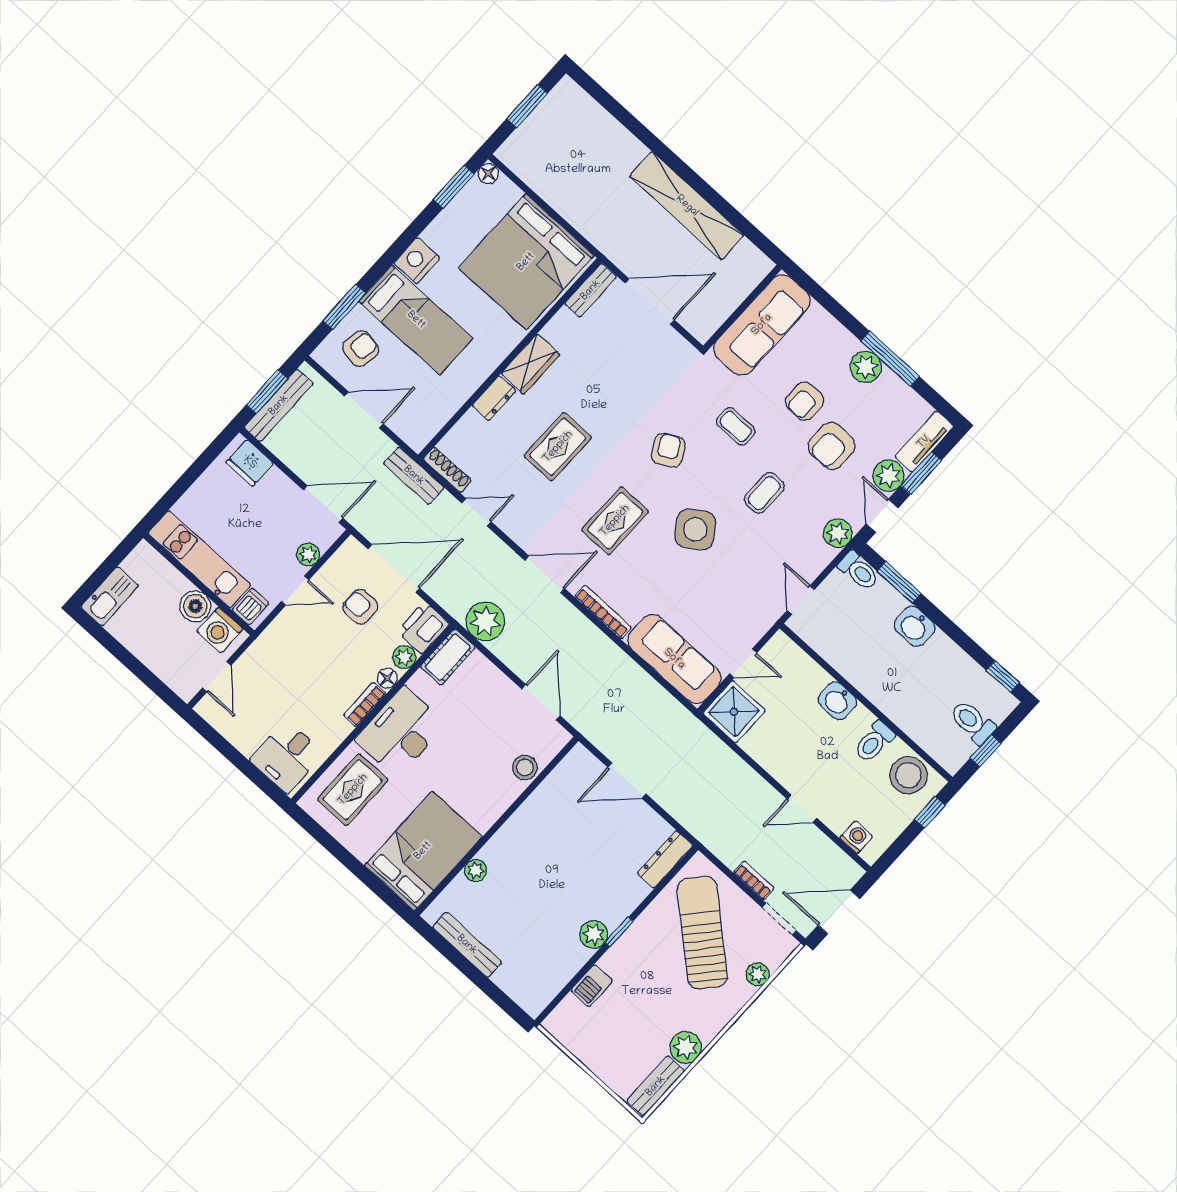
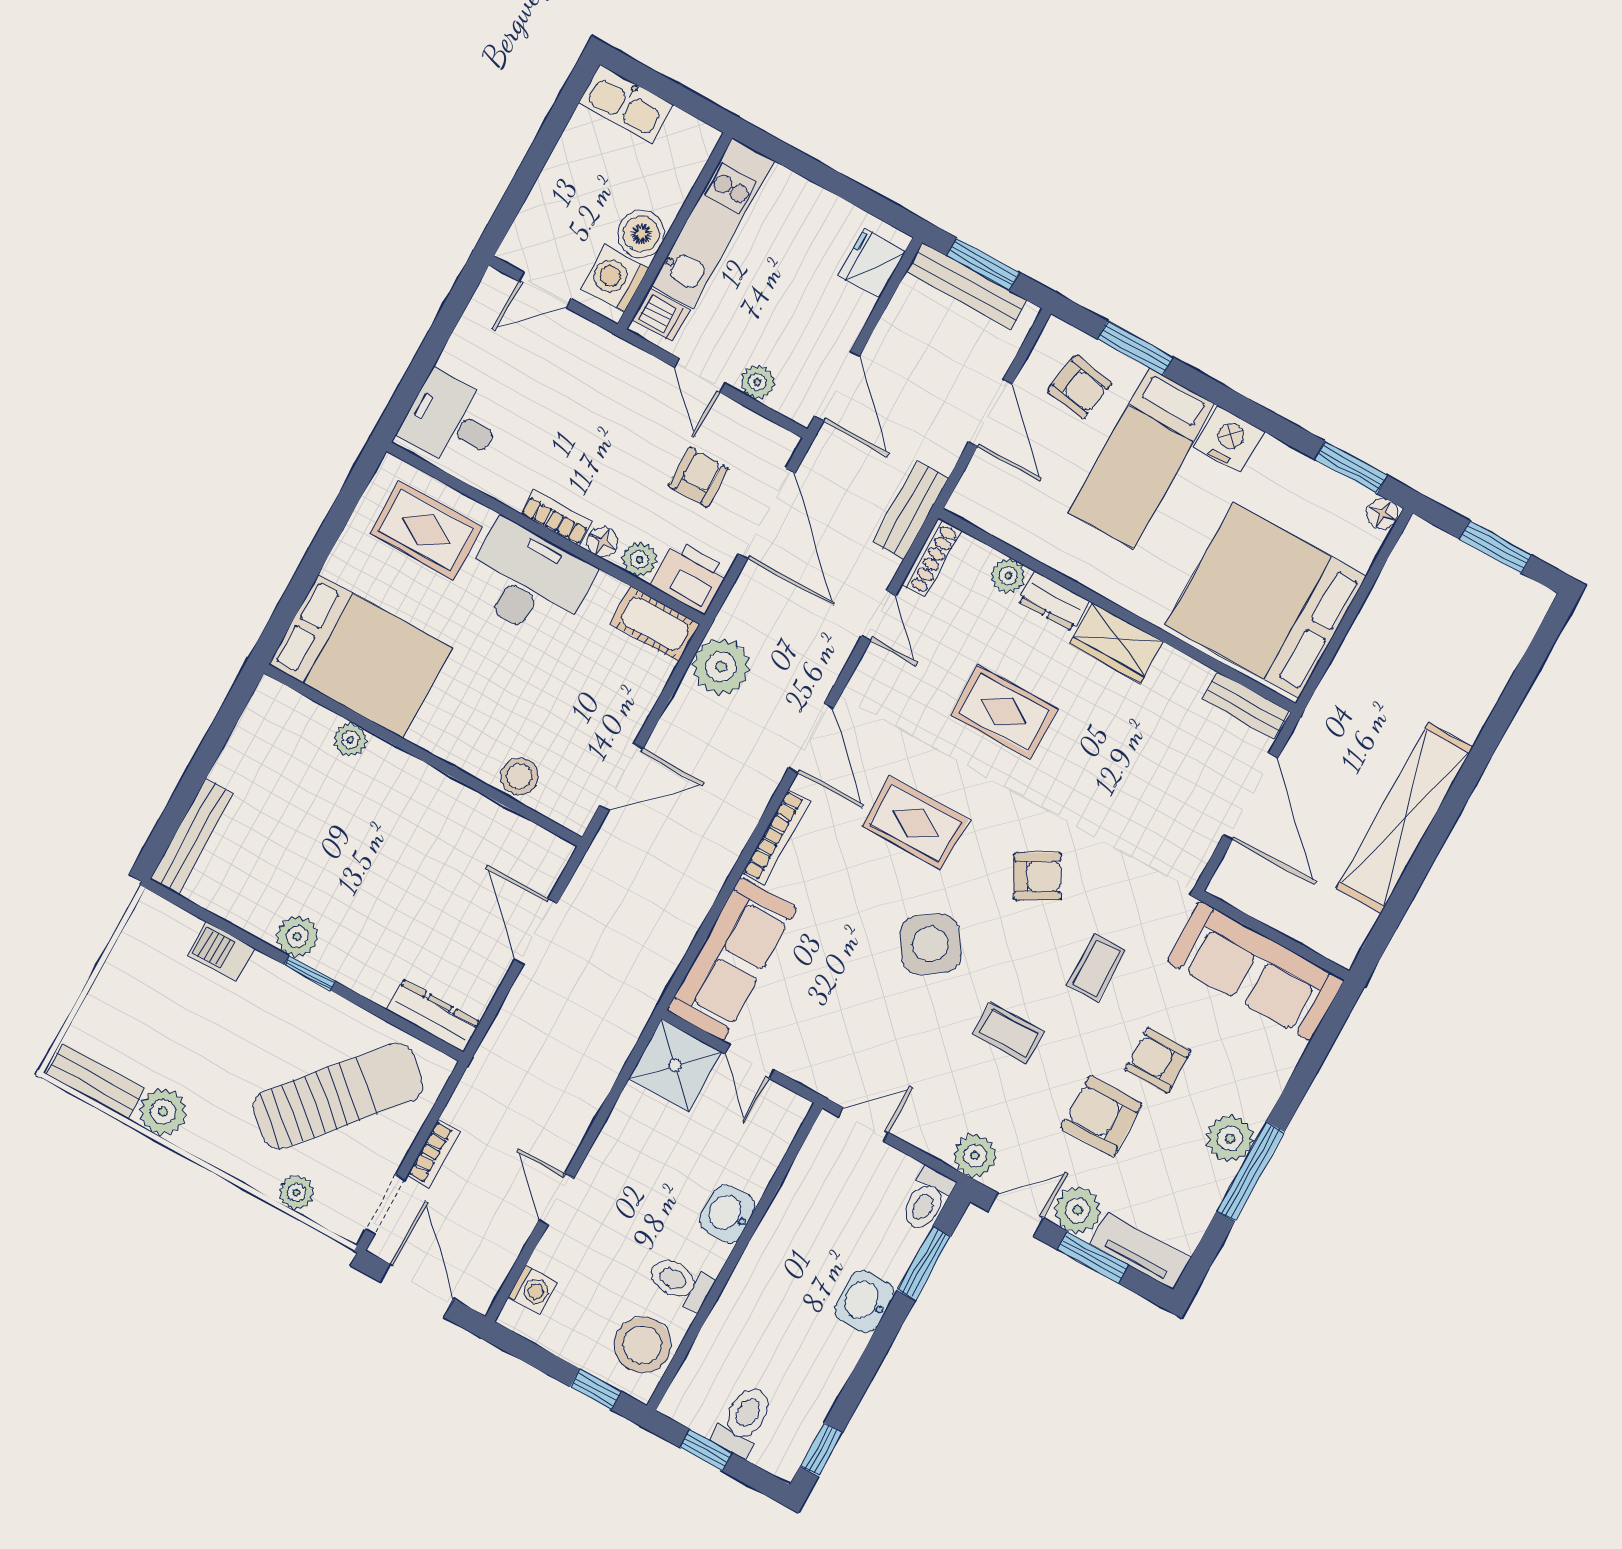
plant: (471, 423) -> (1008, 576), added
bench: (467, 945) -> (192, 837), moved

